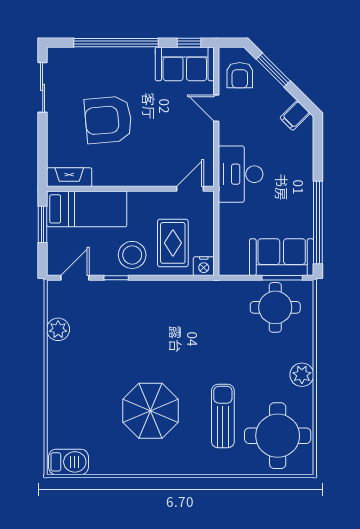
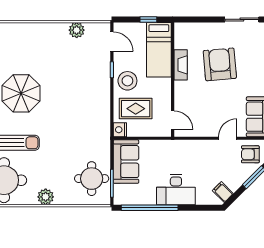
desk: (241, 174) -> (176, 190), moved, turned 180
fireplace: (69, 177) -> (181, 65), moved
window: (43, 224) -> (148, 19), width x0.67
sofa: (282, 257) -> (126, 162), moved

